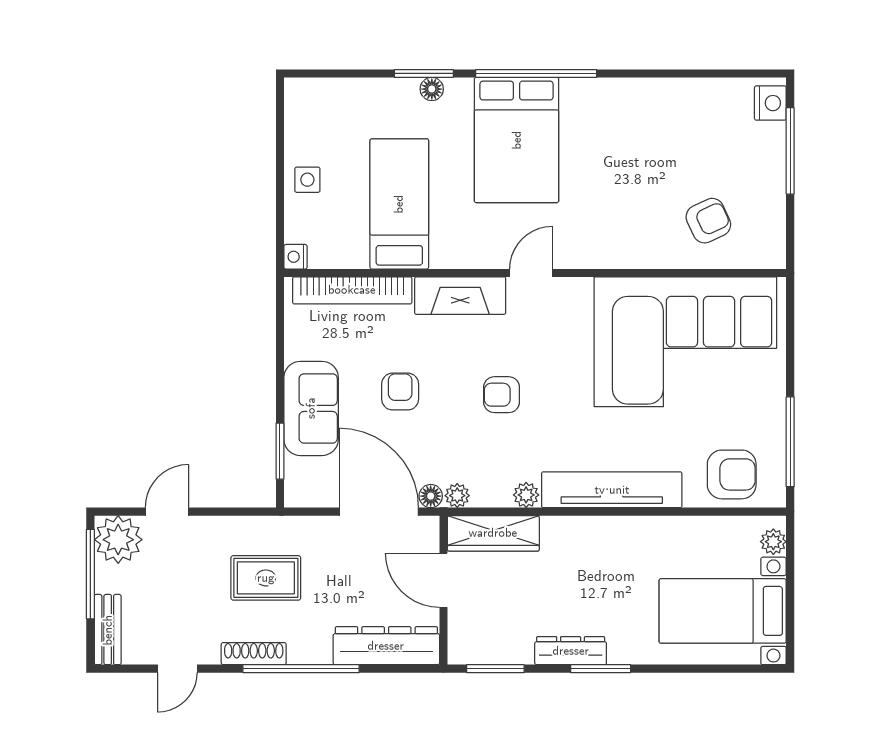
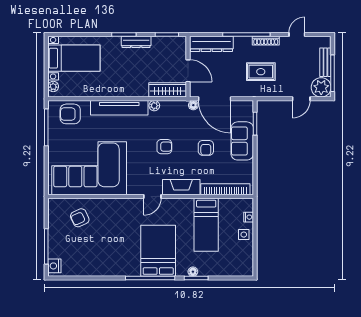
nightstand: (295, 257) -> (249, 217), moved
plant: (457, 496) -> (182, 105), removed
bench: (108, 630) -> (325, 62), moved

